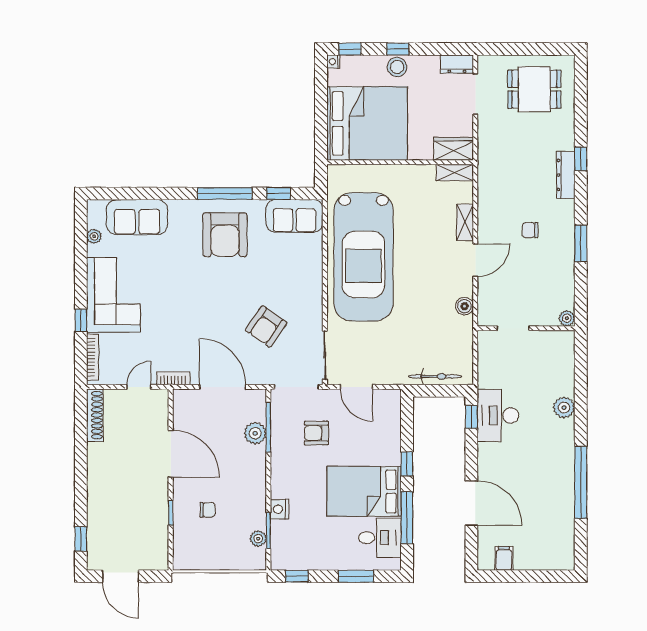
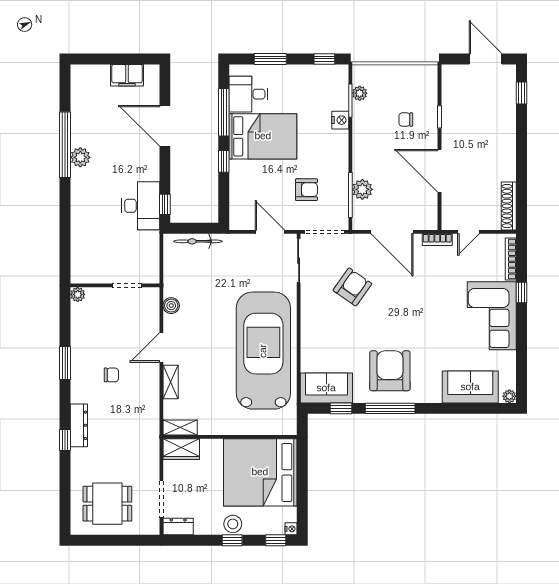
plant: (94, 236) -> (509, 396), moved
plant: (564, 408) -> (80, 157), moved
filing cabinet: (504, 558) -> (127, 75), width x2.00

